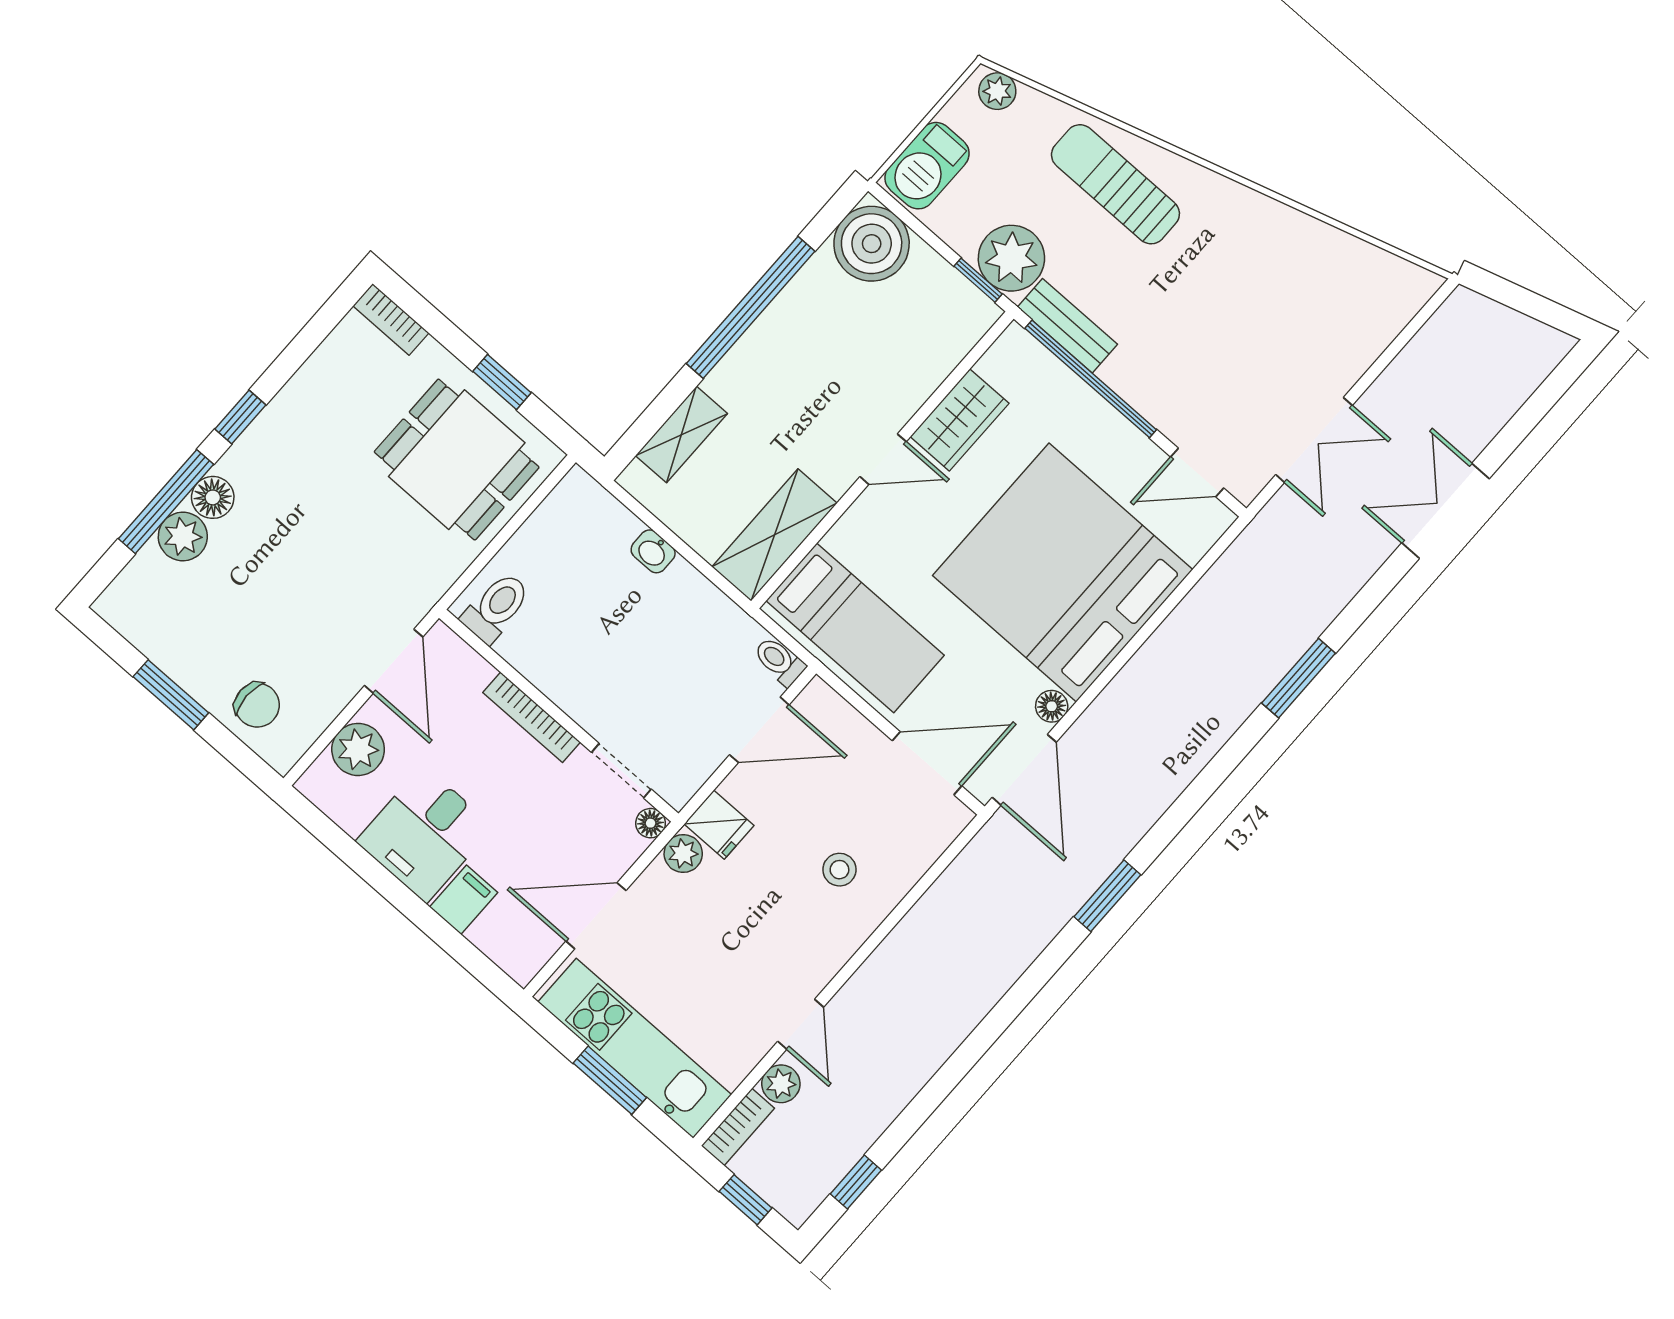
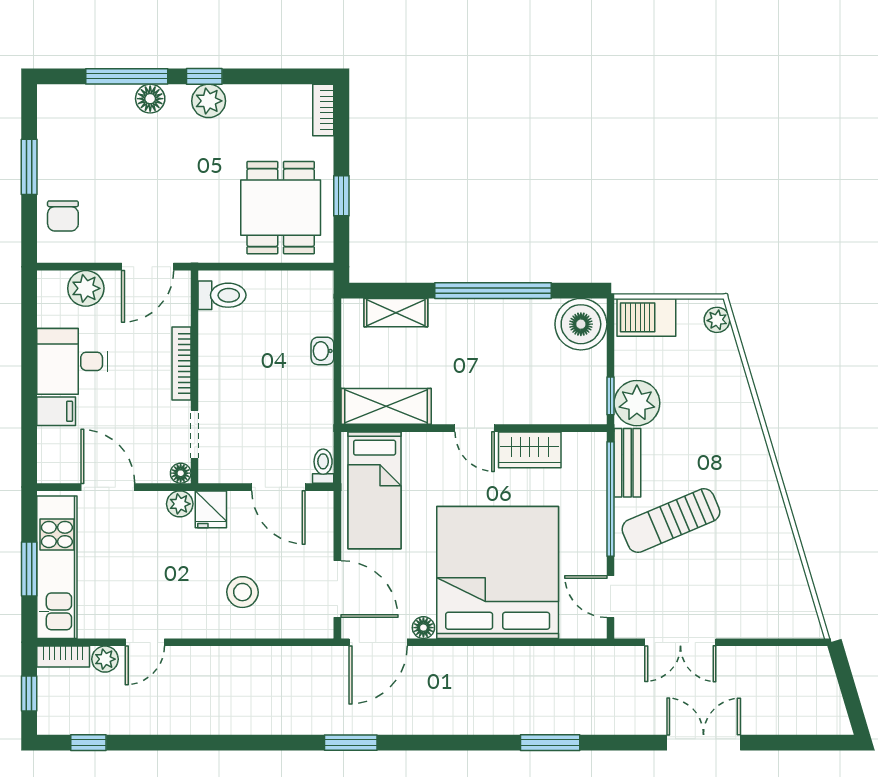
sun lounger: (1115, 184) -> (671, 521), moved, turned -113
plant: (183, 536) -> (209, 101), moved
stool: (839, 870) -> (242, 592), width x1.37, depth x1.37

